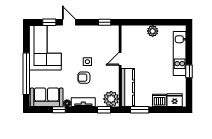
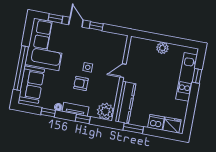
window: (105, 22) -> (96, 26), moved
window: (189, 71) -> (197, 76), moved
sofa: (47, 97) -> (32, 85), moved, turned 90
window: (104, 110) -> (83, 119), moved

